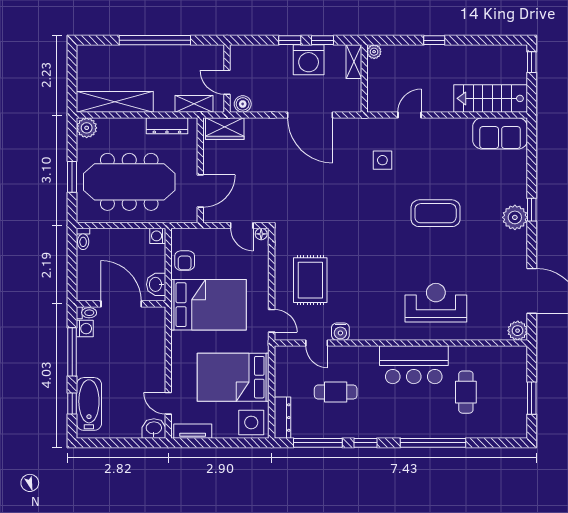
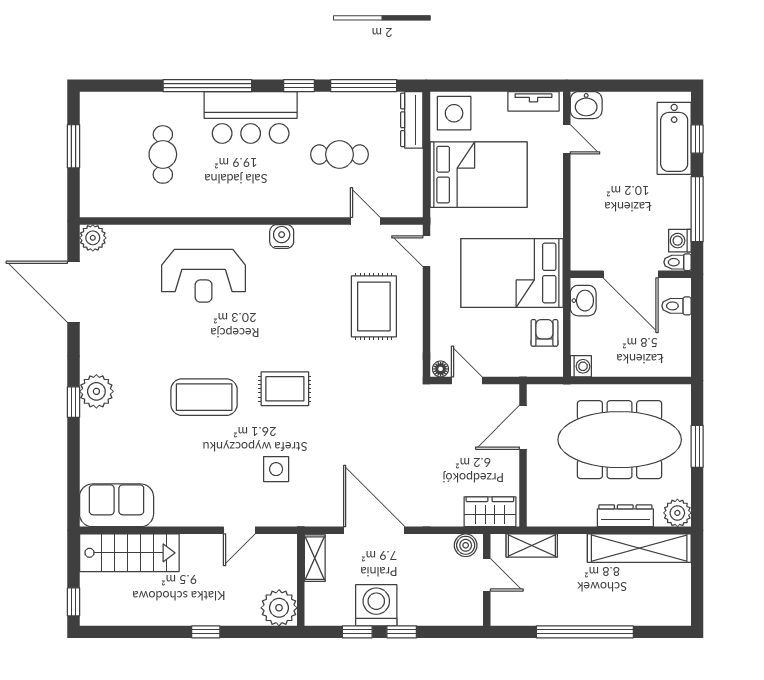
plant: (374, 52) -> (279, 608), width x1.87, depth x1.87
shelving: (354, 62) -> (315, 558), moved
dresser: (167, 126) -> (625, 516), moved
rug: (376, 219) -> (285, 389), added
toilet: (83, 239) -> (677, 306), moved, turned -90
water cooler: (340, 332) -> (282, 237), moved
bar counter: (414, 365) -> (251, 117), moved, turned 180

